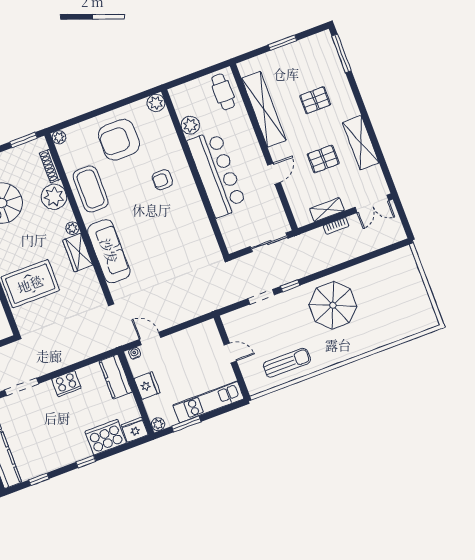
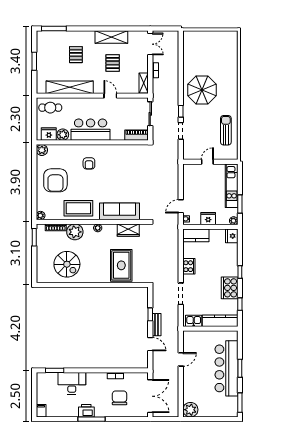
fridge: (183, 104) -> (49, 134), added
bar counter: (217, 174) -> (91, 130), width x0.73
shelving: (327, 210) -> (144, 83), moved
piano: (230, 234) -> (137, 135), added
wardrobe: (78, 253) -> (128, 230), moved
cooker: (106, 437) -> (230, 288), moved

